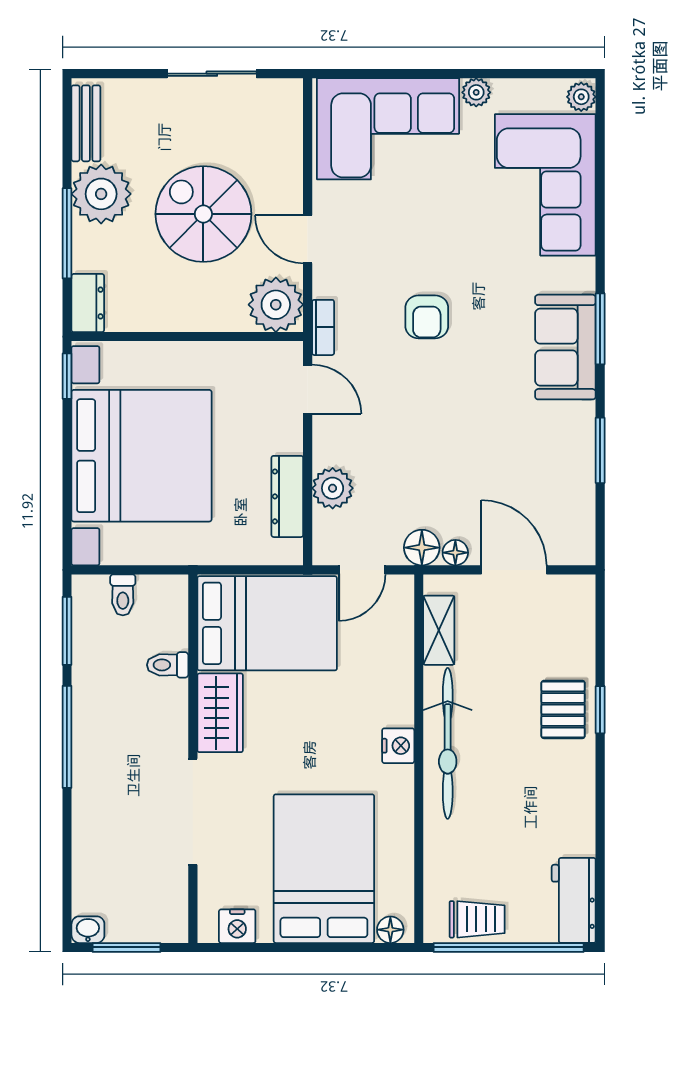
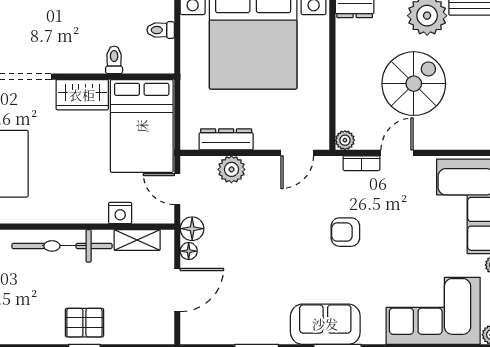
plant: (276, 305) -> (345, 140), width x0.53, depth x0.53
bookcase: (323, 327) -> (361, 163), moved
nightstand: (398, 746) -> (120, 213), moved

